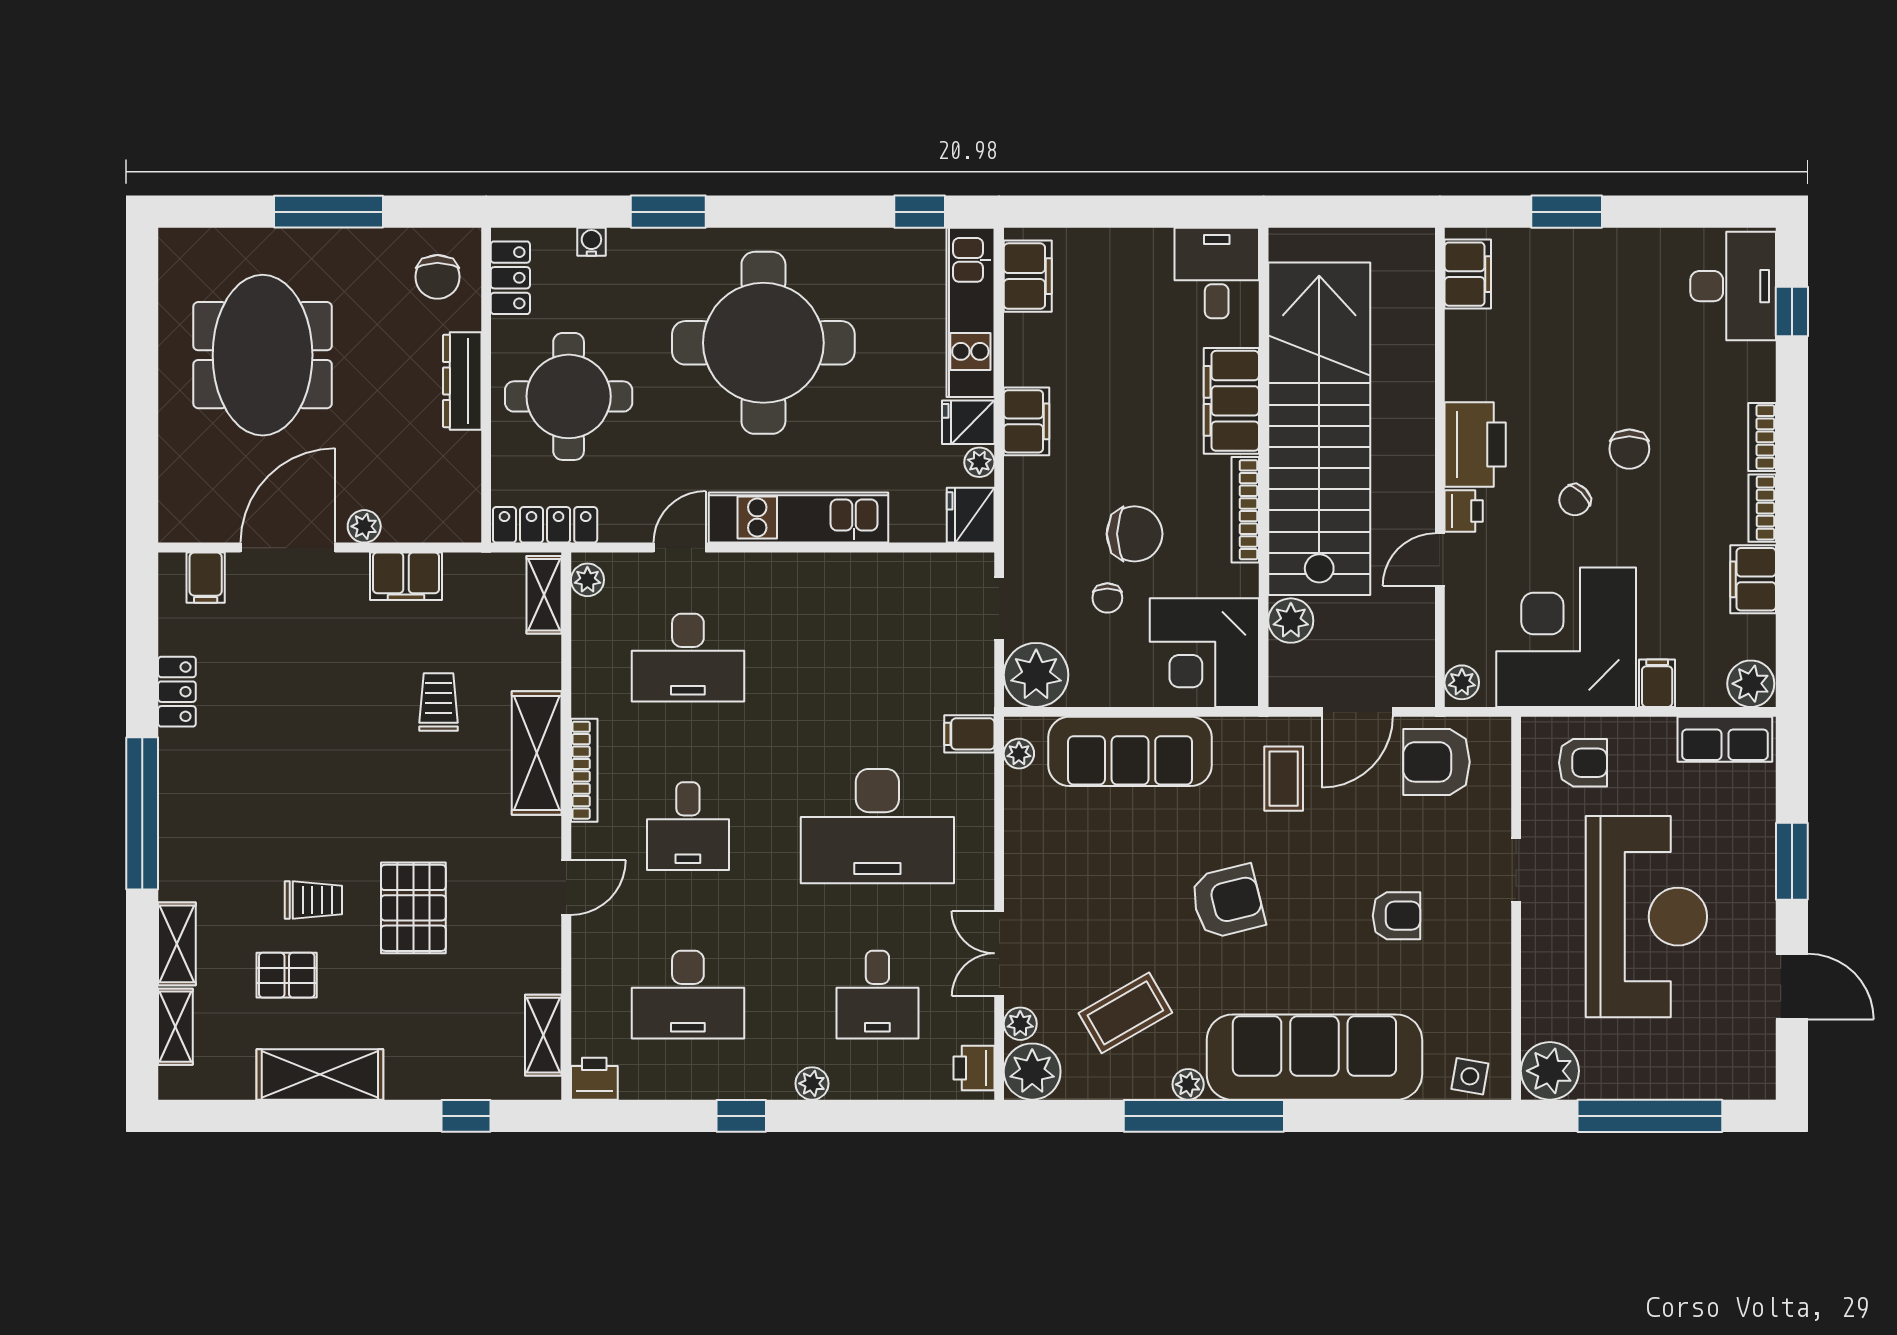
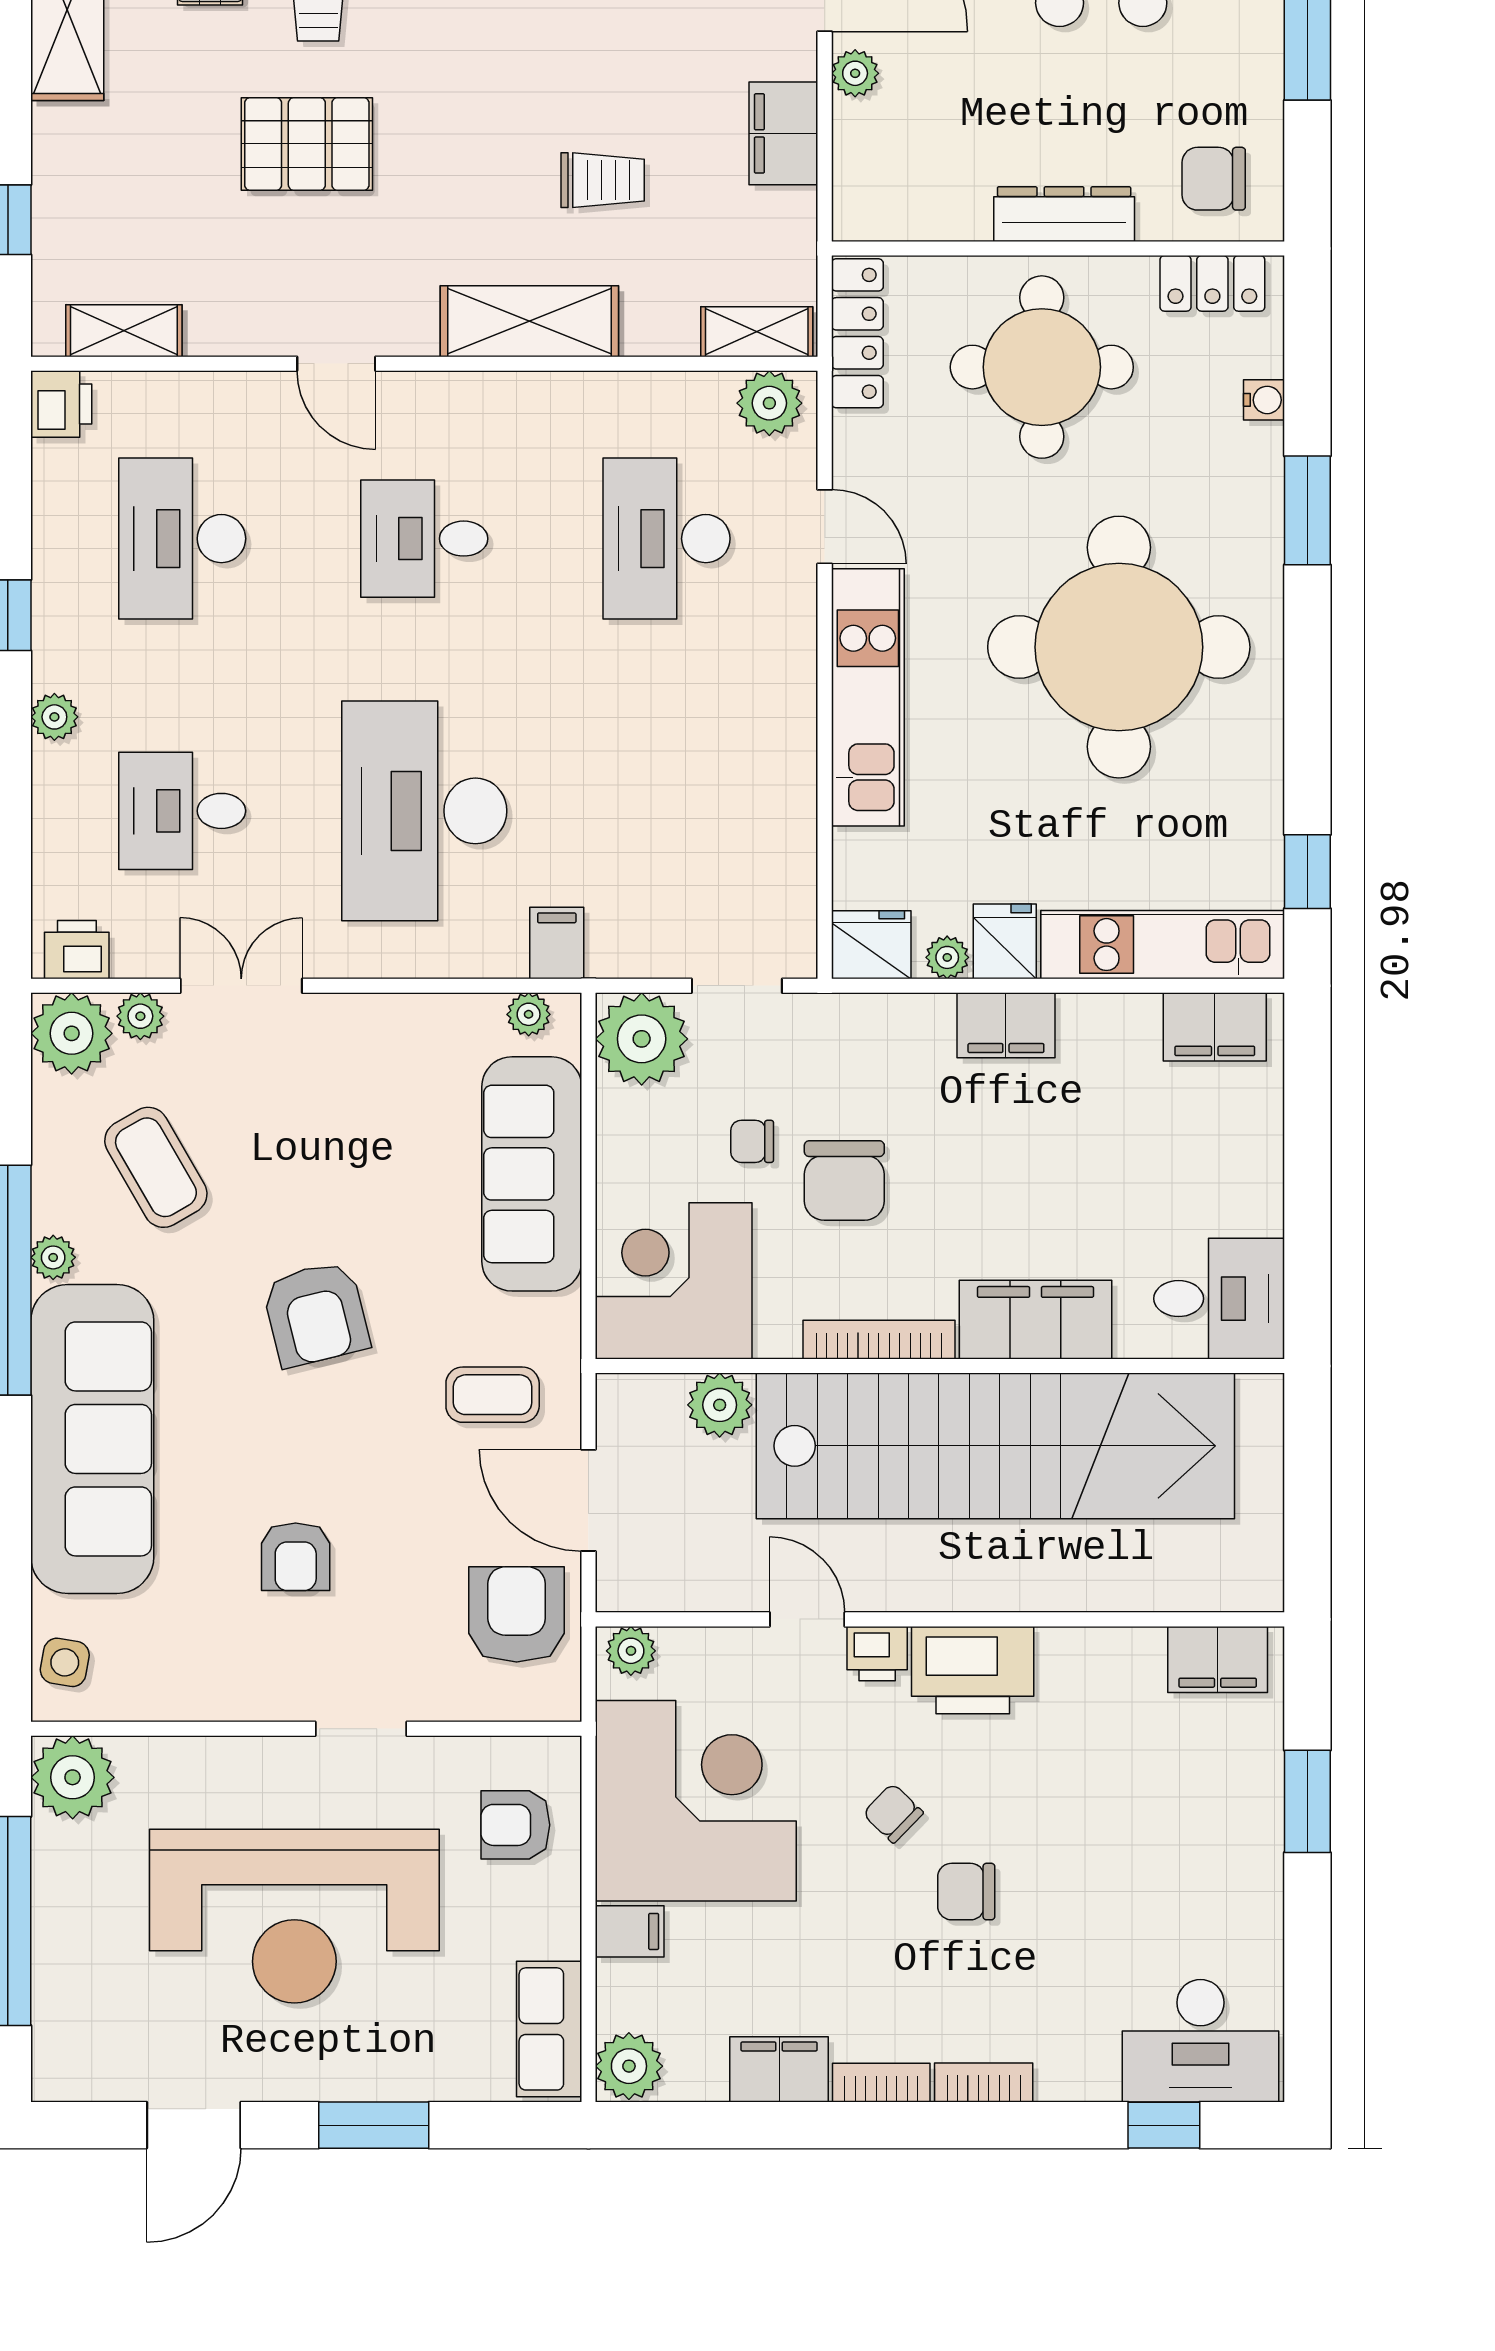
plant: (587, 580) -> (769, 403), width x1.38, depth x1.38
armchair: (1583, 763) -> (515, 1825), turned 90
bookcase: (584, 770) -> (505, 390), removed

